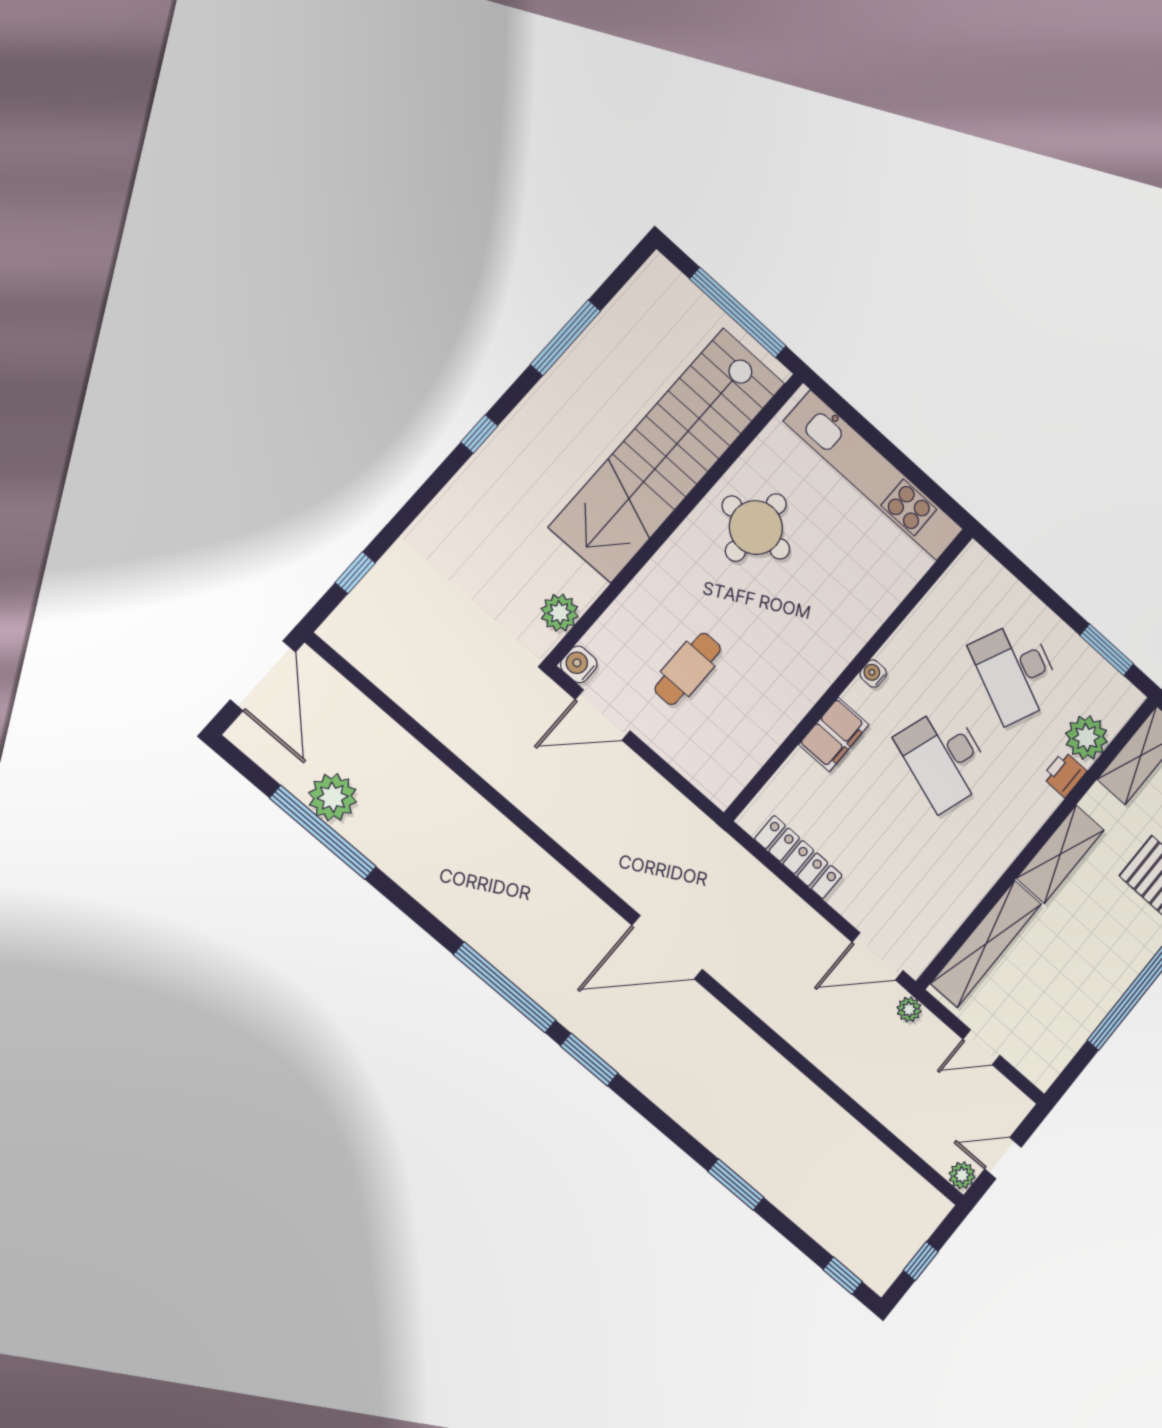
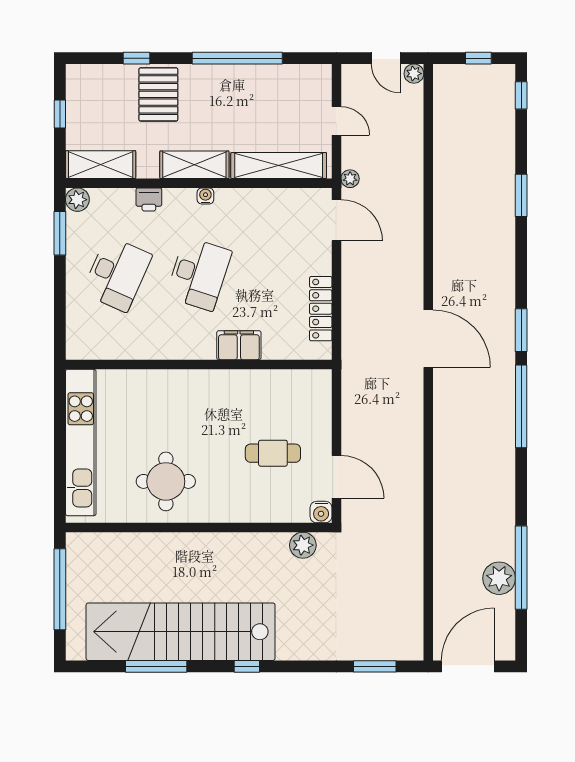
stairs: (668, 455) -> (181, 632), moved, turned 180
window: (355, 573) -> (375, 666), width x1.50
water cooler: (873, 674) -> (205, 196), moved, turned 180
plant: (1086, 738) -> (77, 200), moved, width x0.73, depth x0.73

